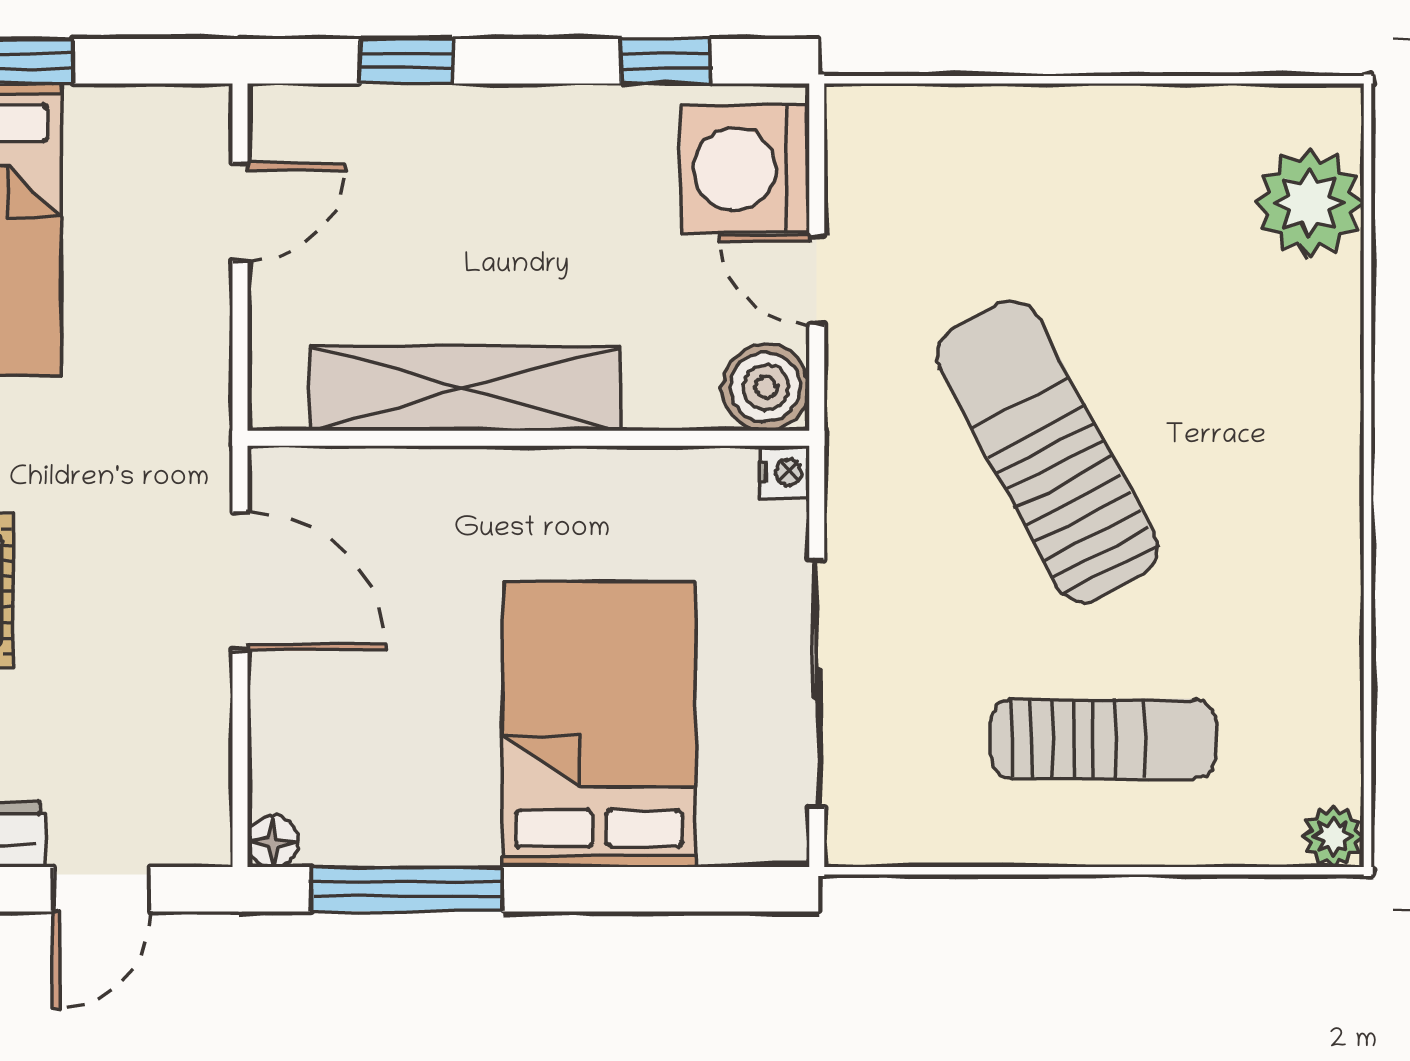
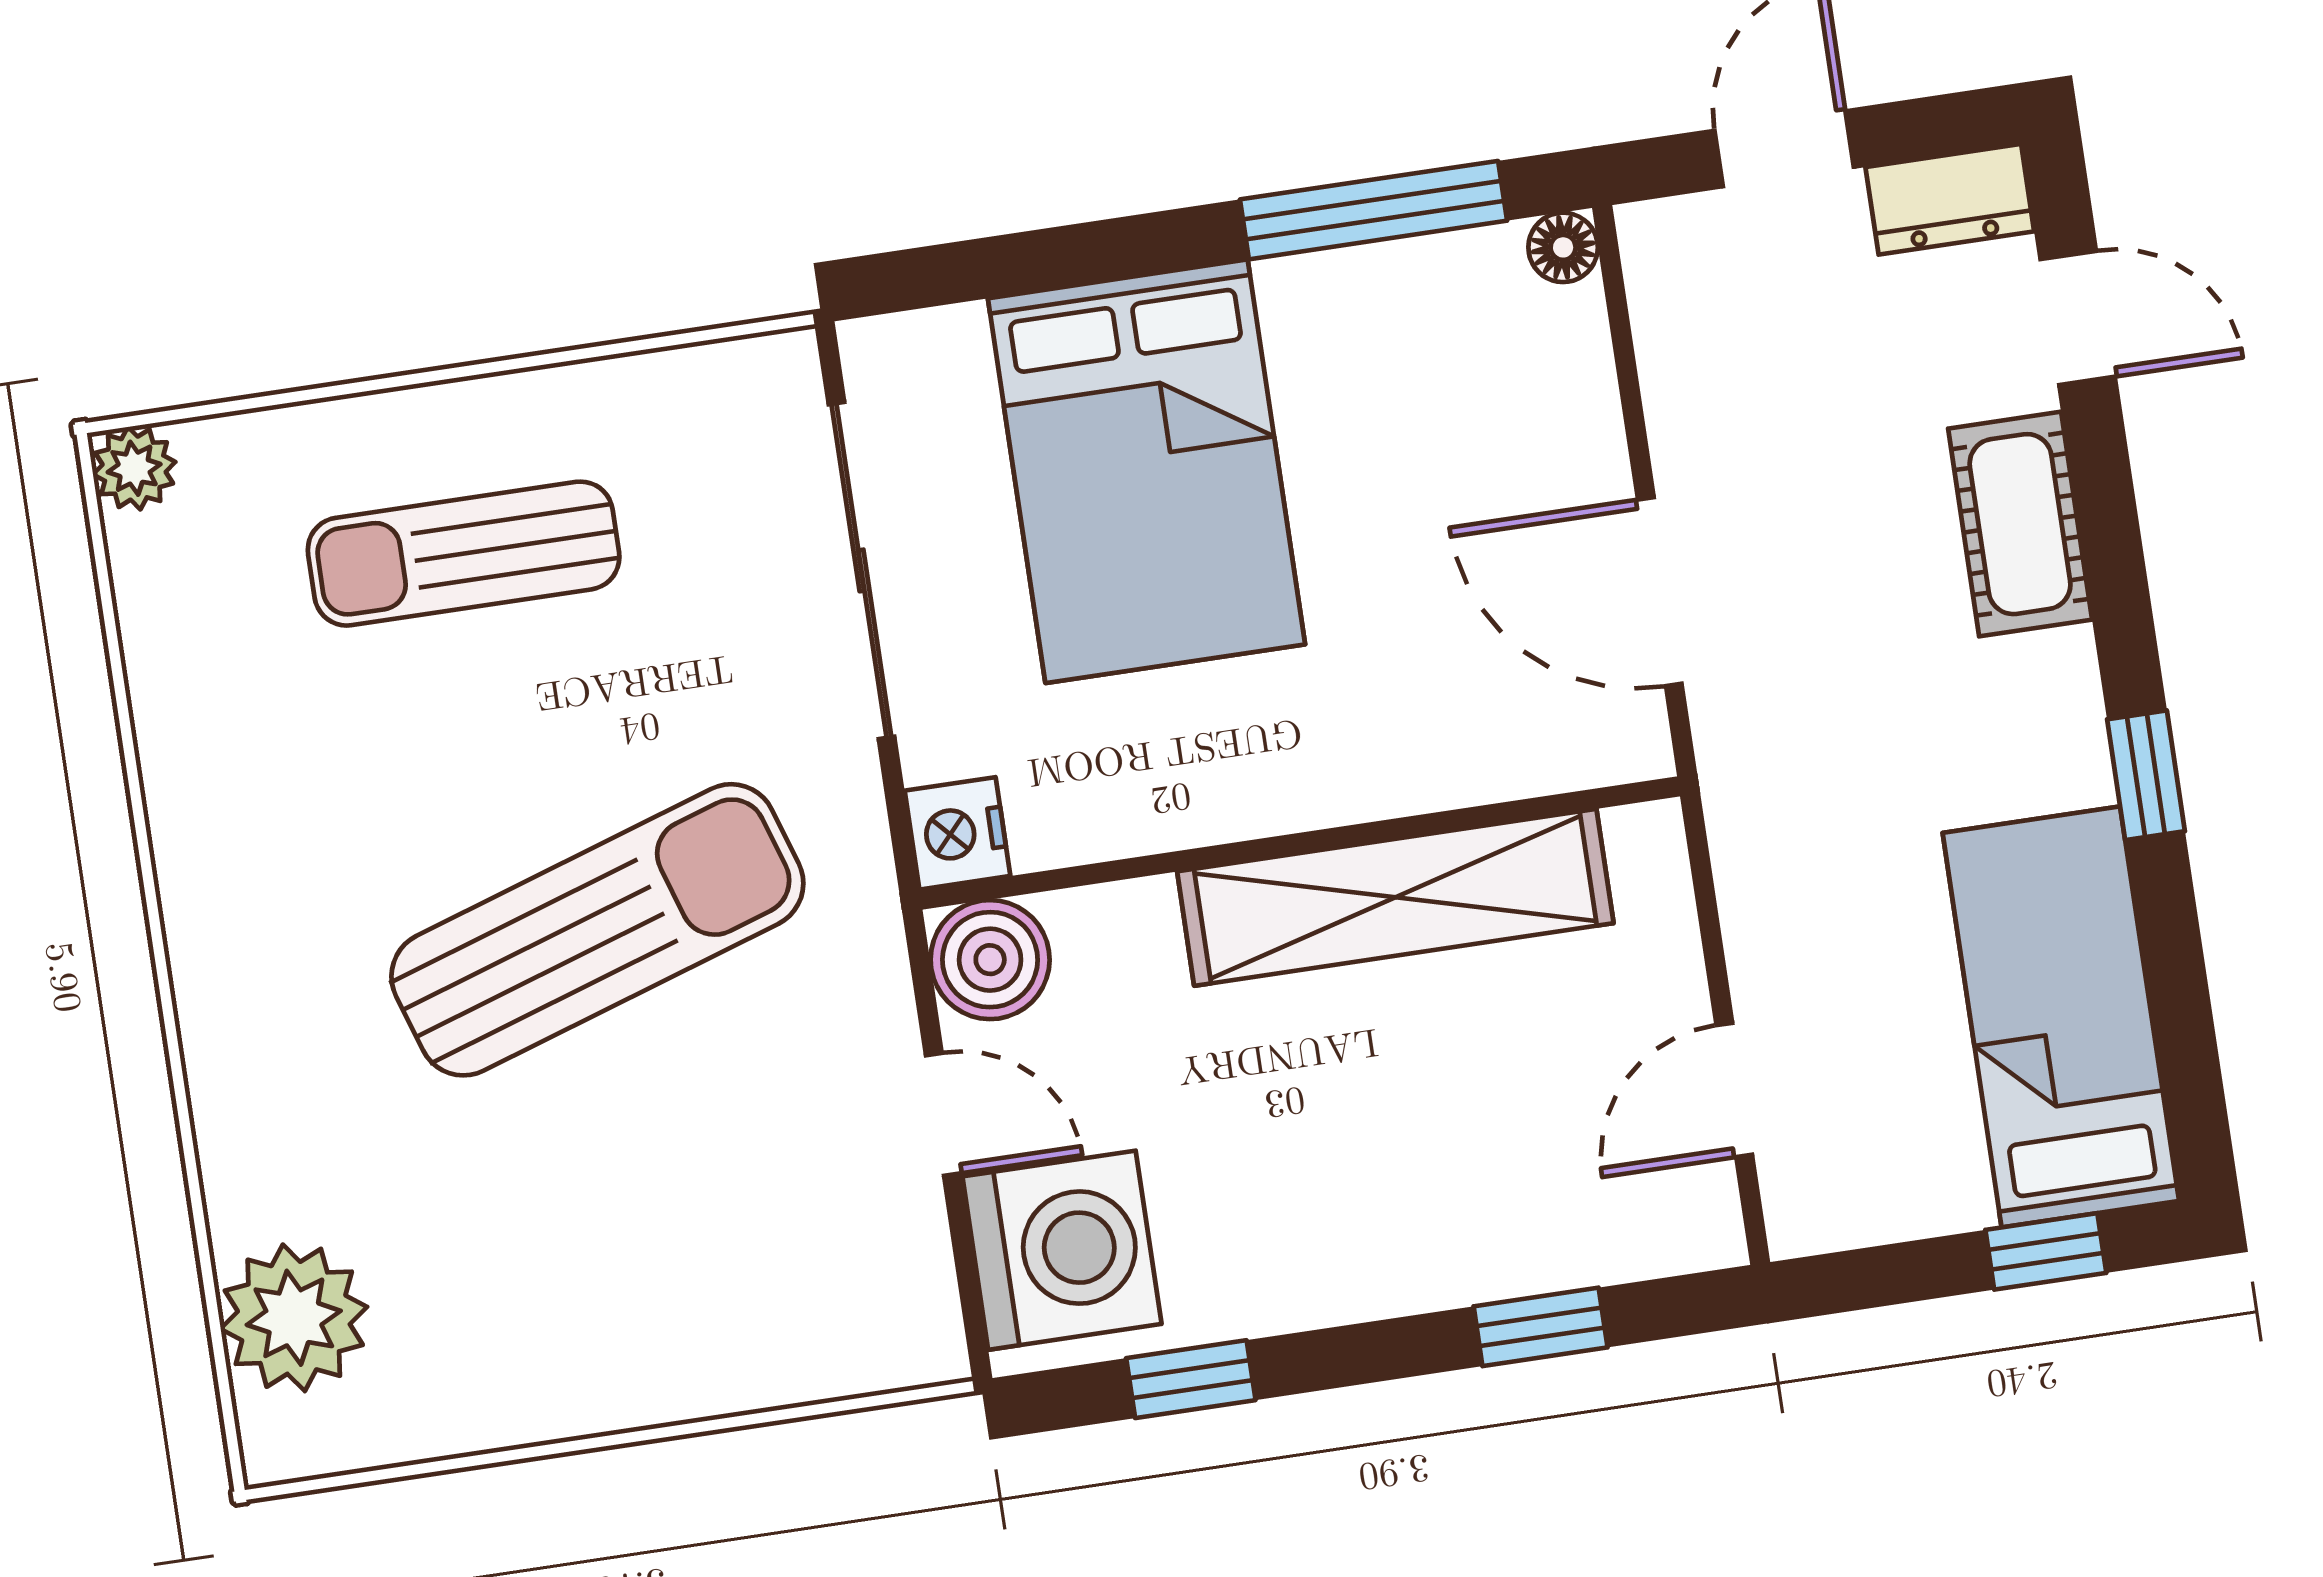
sun lounger: (1047, 451) -> (597, 930), turned -80
nightstand: (784, 472) -> (958, 833), width x1.39, depth x1.35

